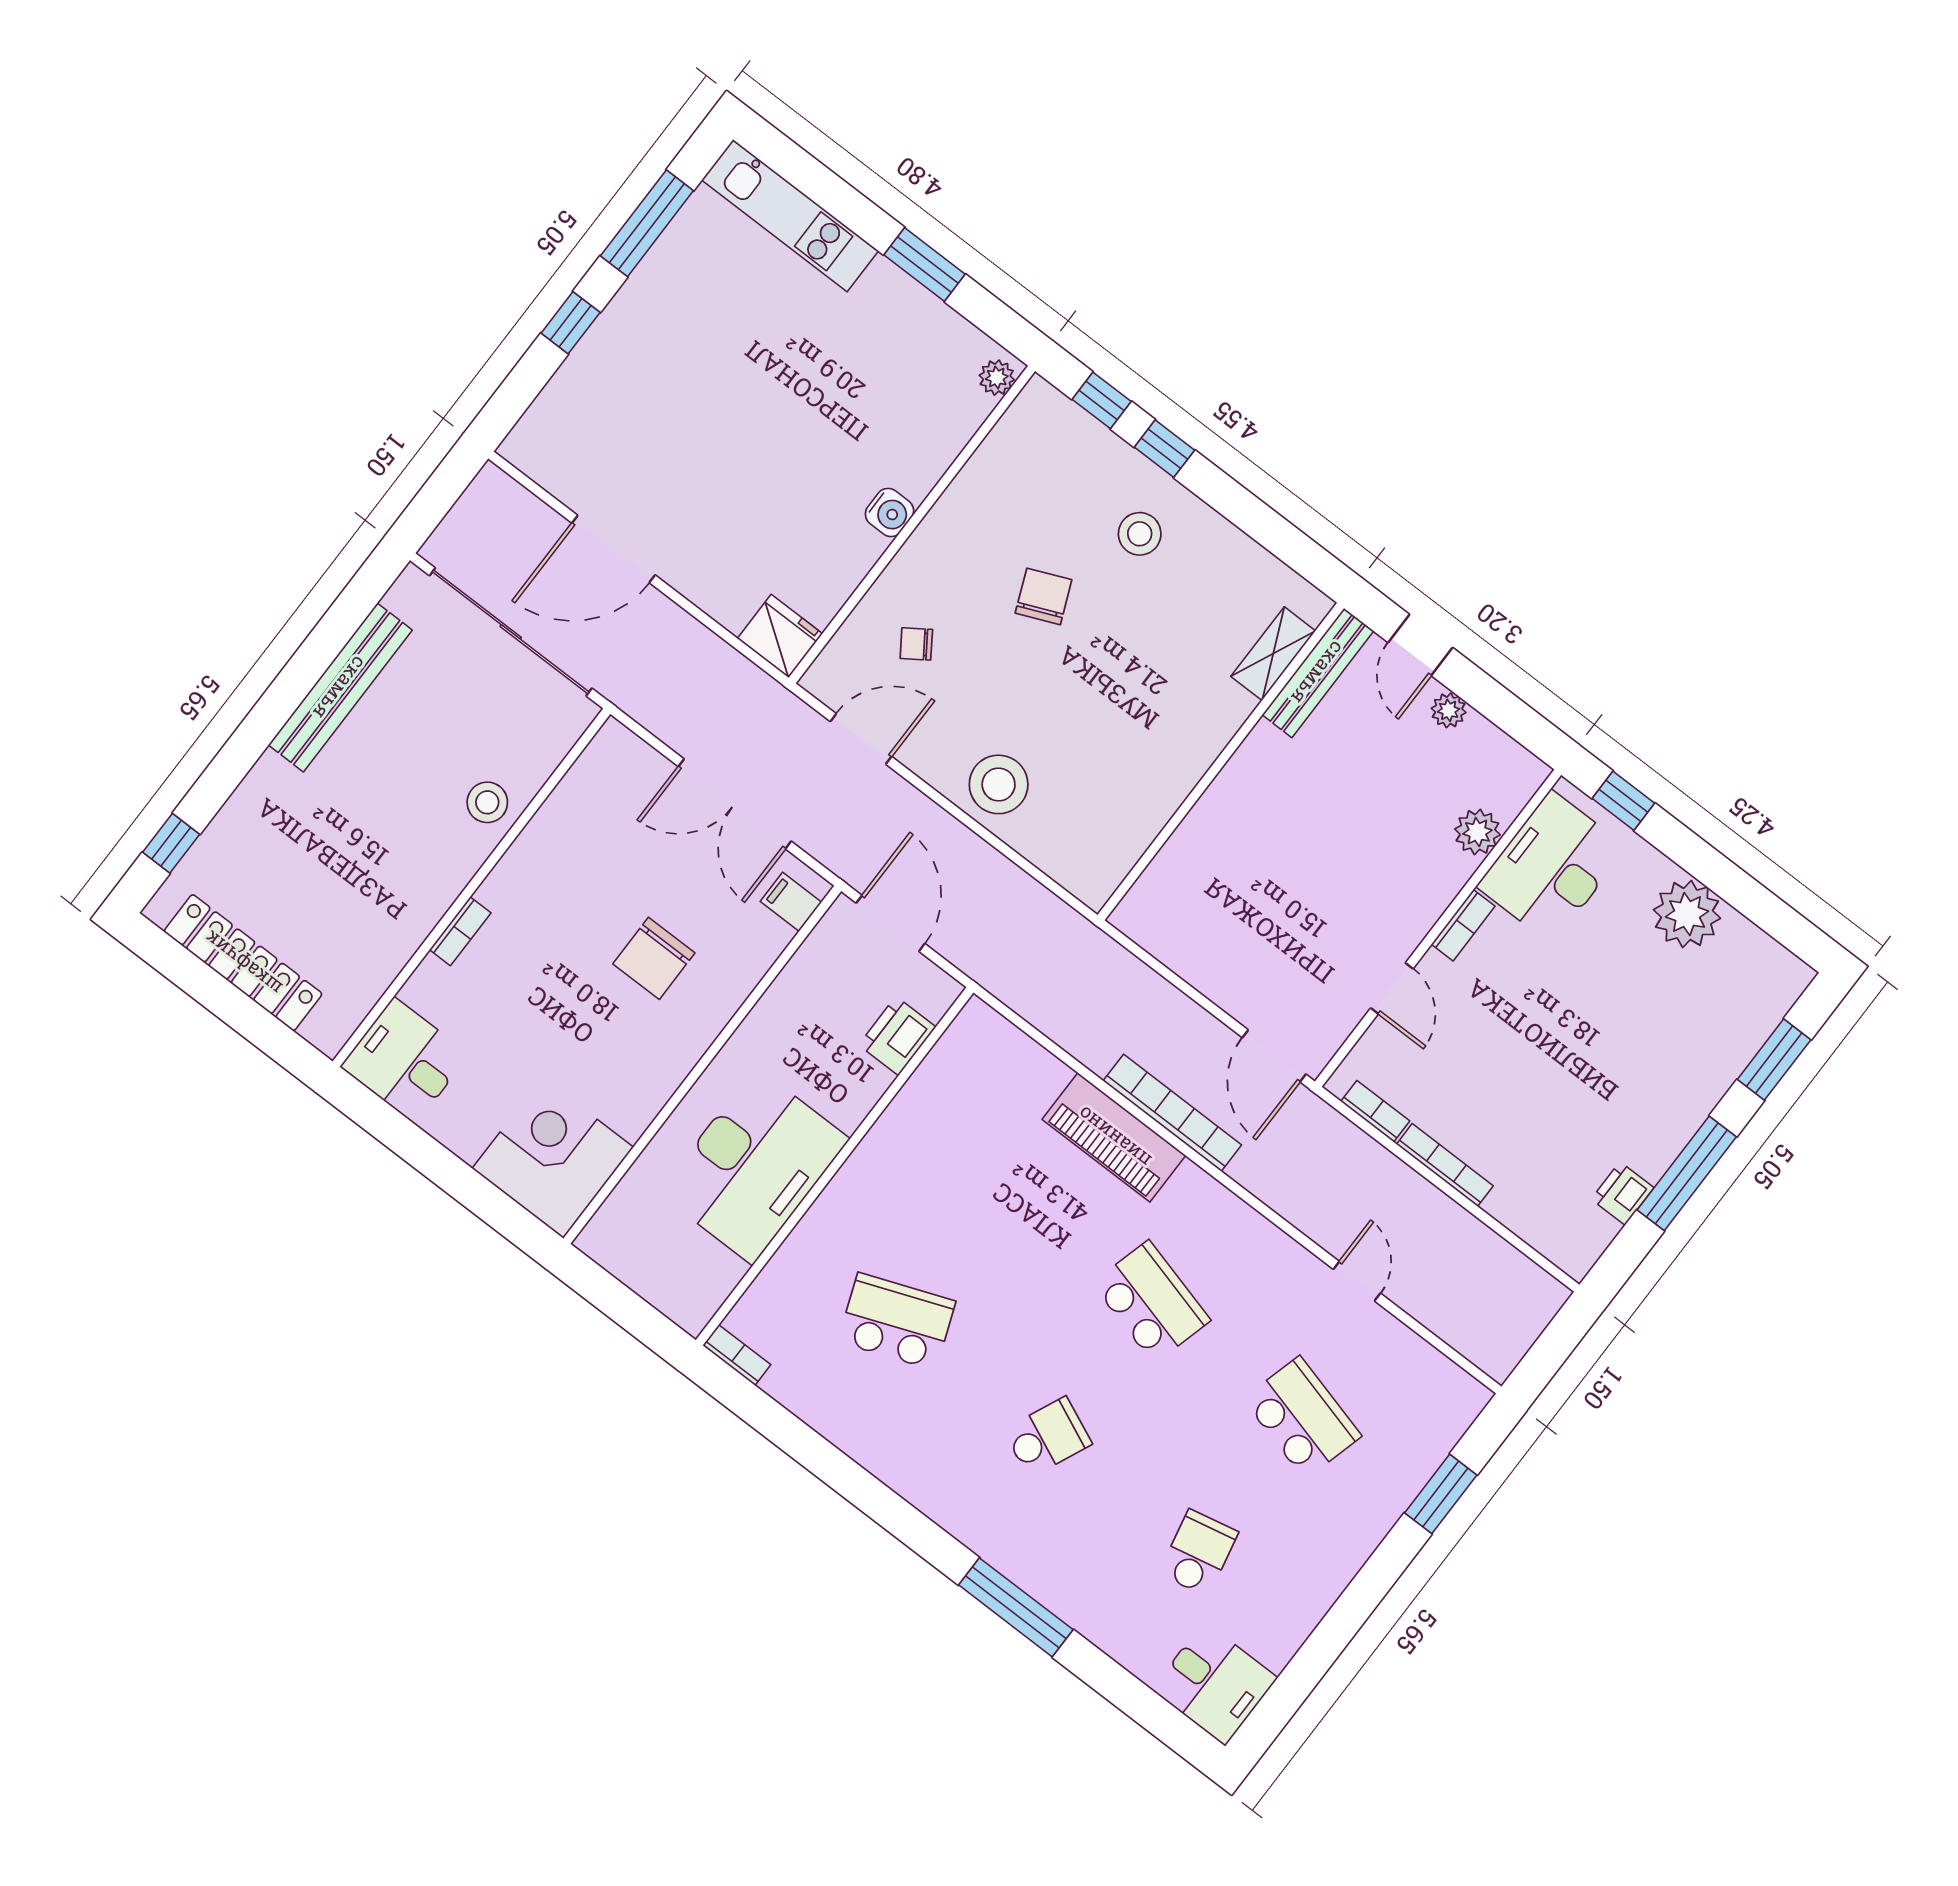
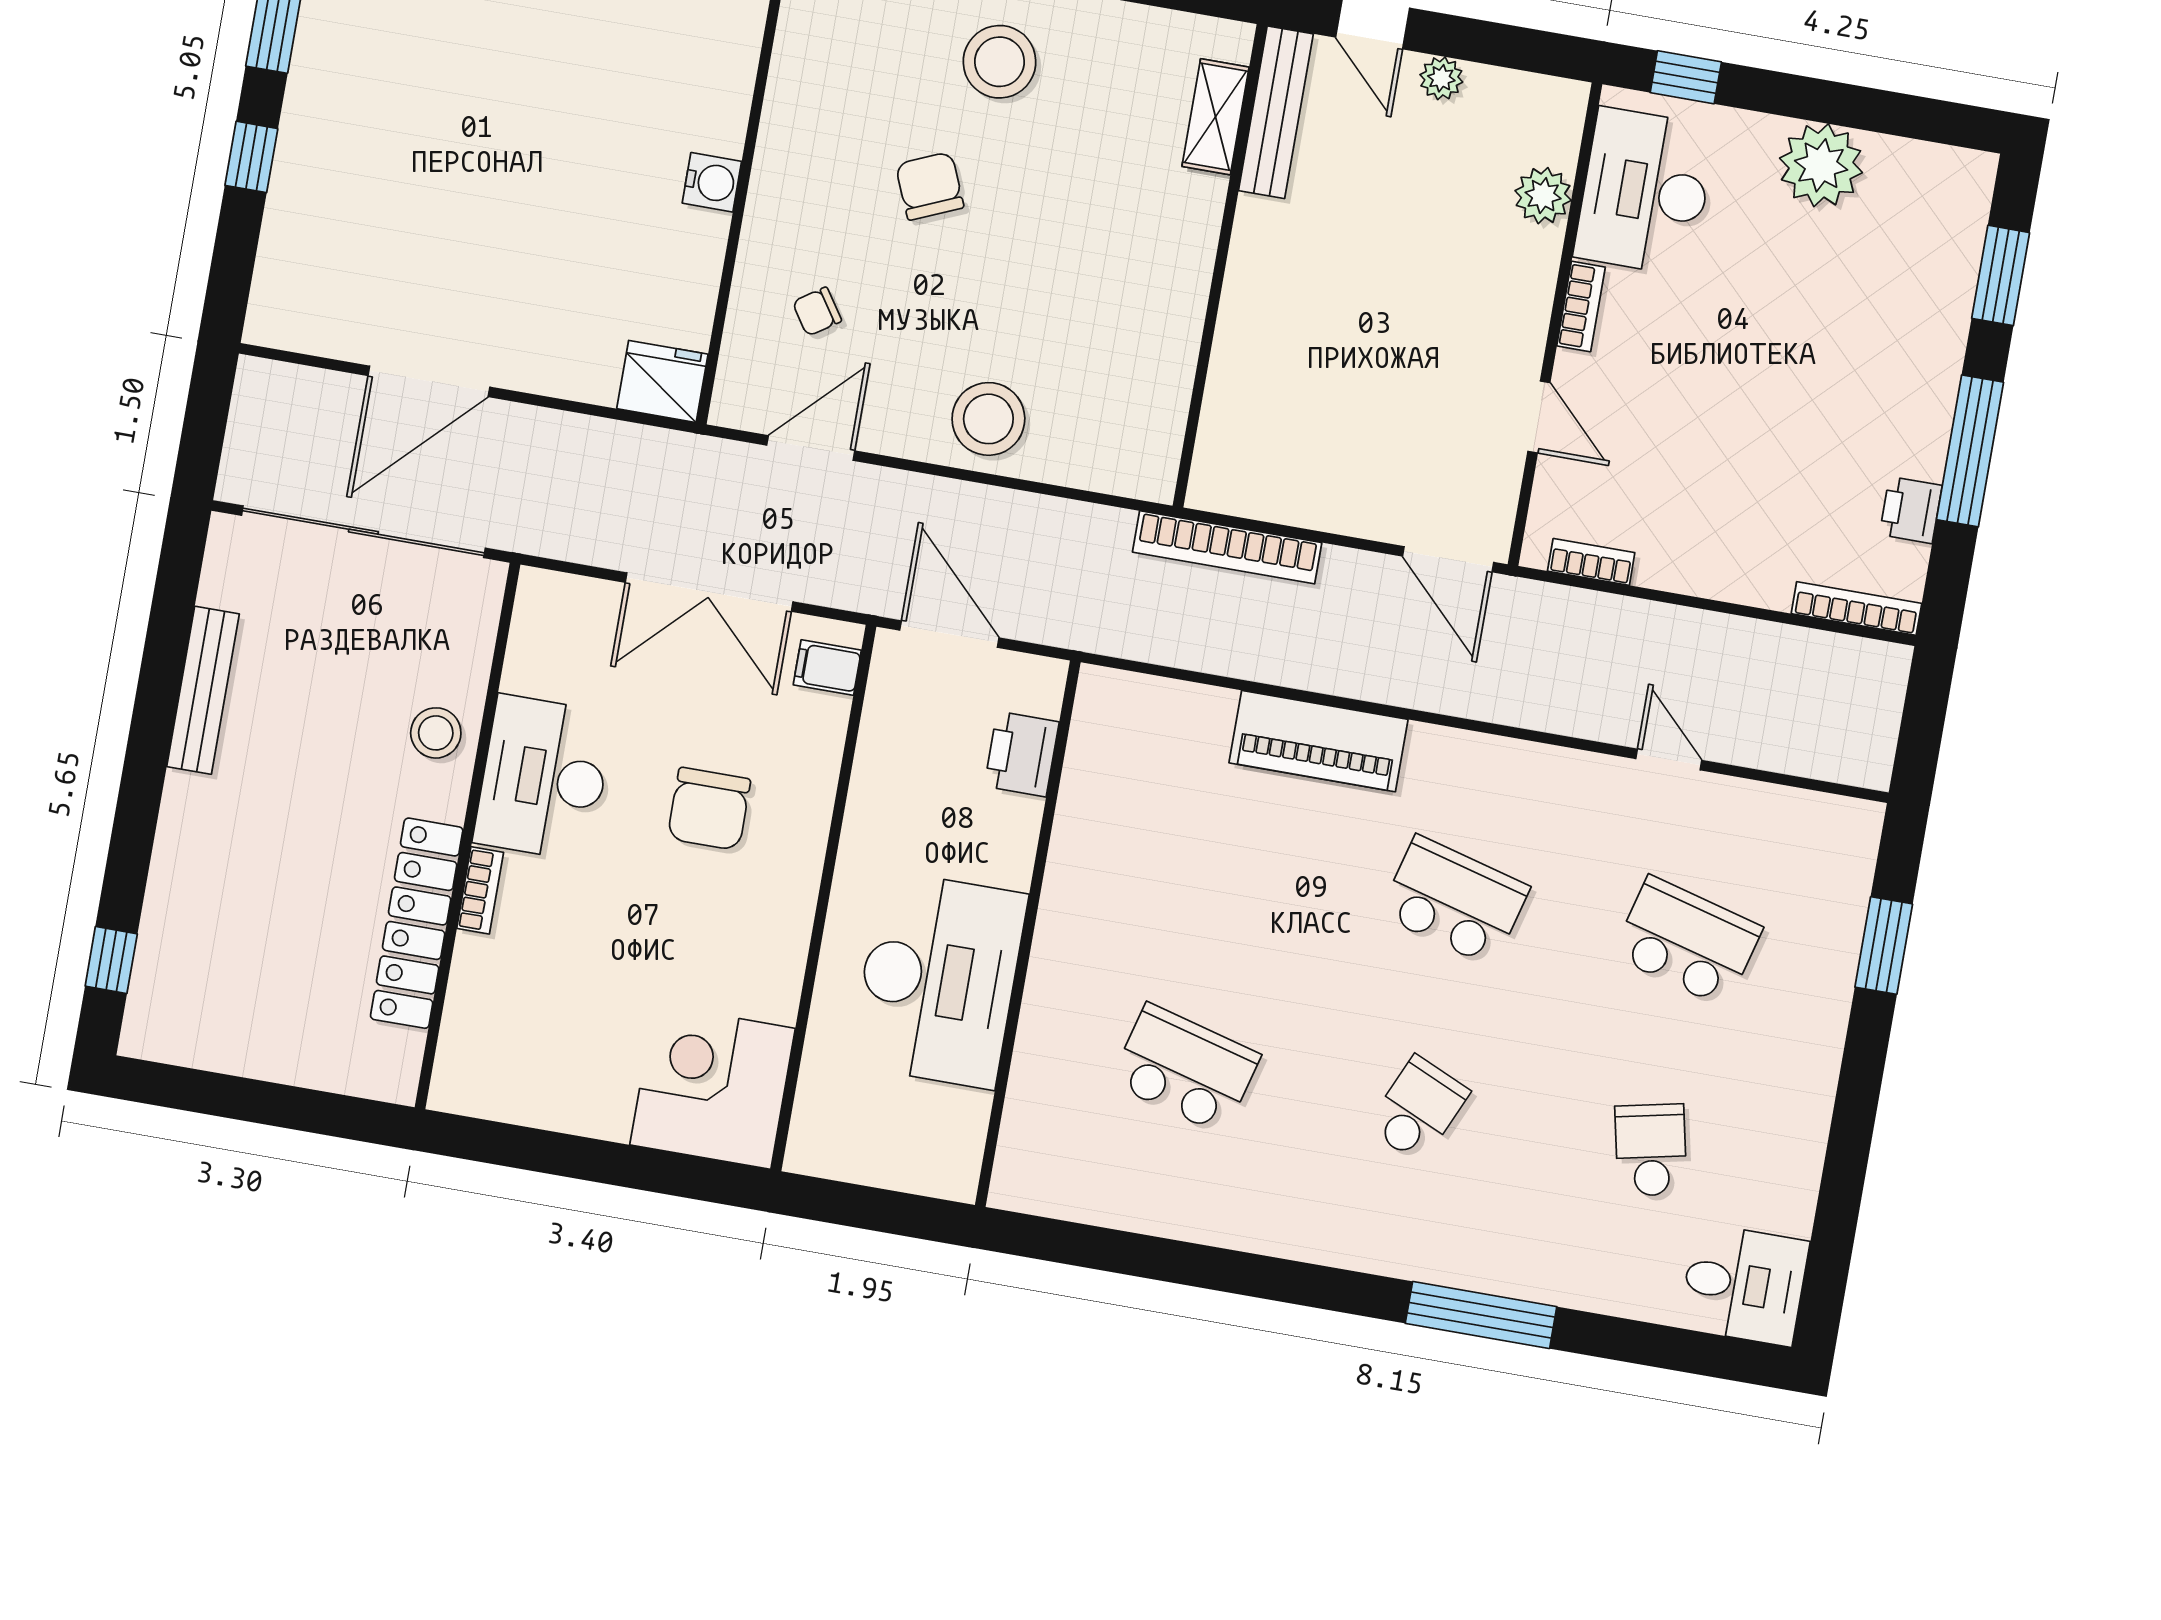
stool: (1140, 534) -> (1000, 62), width x1.38, depth x1.38
bench: (340, 688) -> (203, 690), width x0.73, depth x0.82
locker: (243, 963) -> (417, 923), moved, turned -90
desk: (405, 1061) -> (544, 778), moved, width x1.37
bookcase: (1172, 1113) -> (1227, 547), moved, turned 180
bookcase: (1445, 1165) -> (1856, 609), moved
school desk: (897, 1321) -> (1185, 1069), turned 36
bookcase: (737, 1355) -> (1029, 1198), removed

